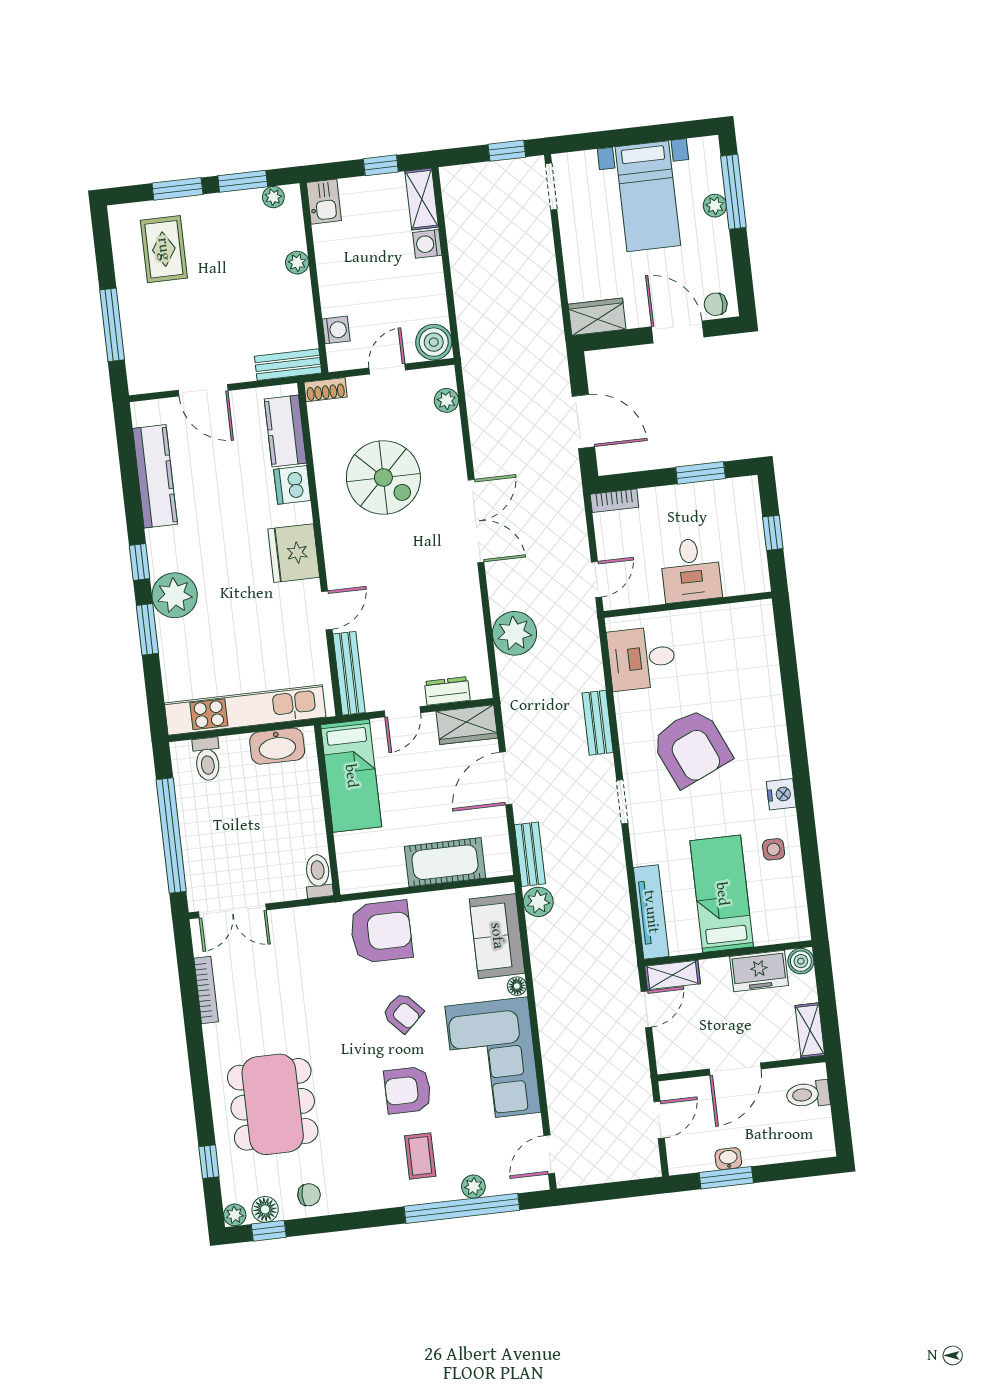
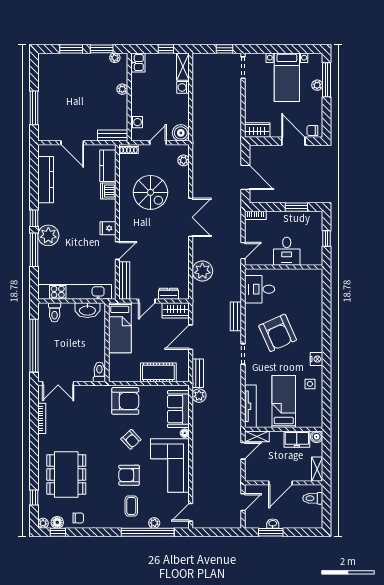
rug: (164, 249) -> (62, 76), removed
fridge: (294, 553) -> (108, 228), width x0.53, depth x0.75
window: (147, 629) -> (34, 250), width x1.44

